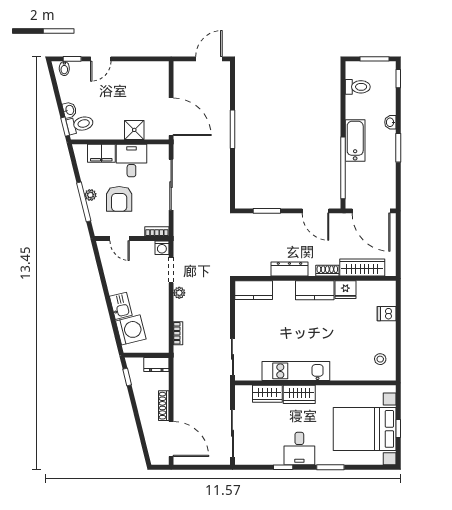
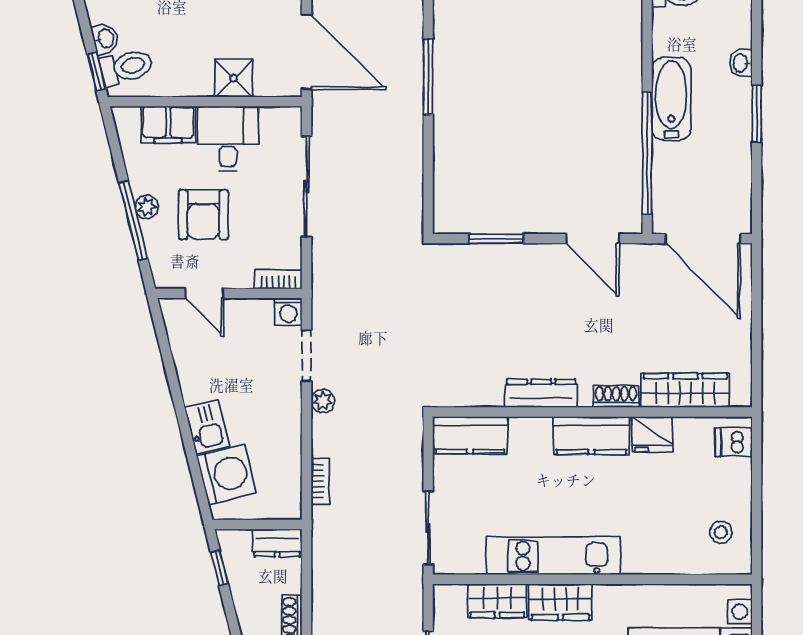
wardrobe: (362, 268) -> (685, 390), moved
dresser: (289, 269) -> (541, 393), moved
shoe rack: (327, 271) -> (616, 396), moved
wall: (315, 278) -> (592, 412), moved
kitchen counter: (254, 290) -> (470, 435), moved
kitchen counter: (315, 290) -> (591, 435), moved
fridge: (345, 290) -> (652, 434), moved

